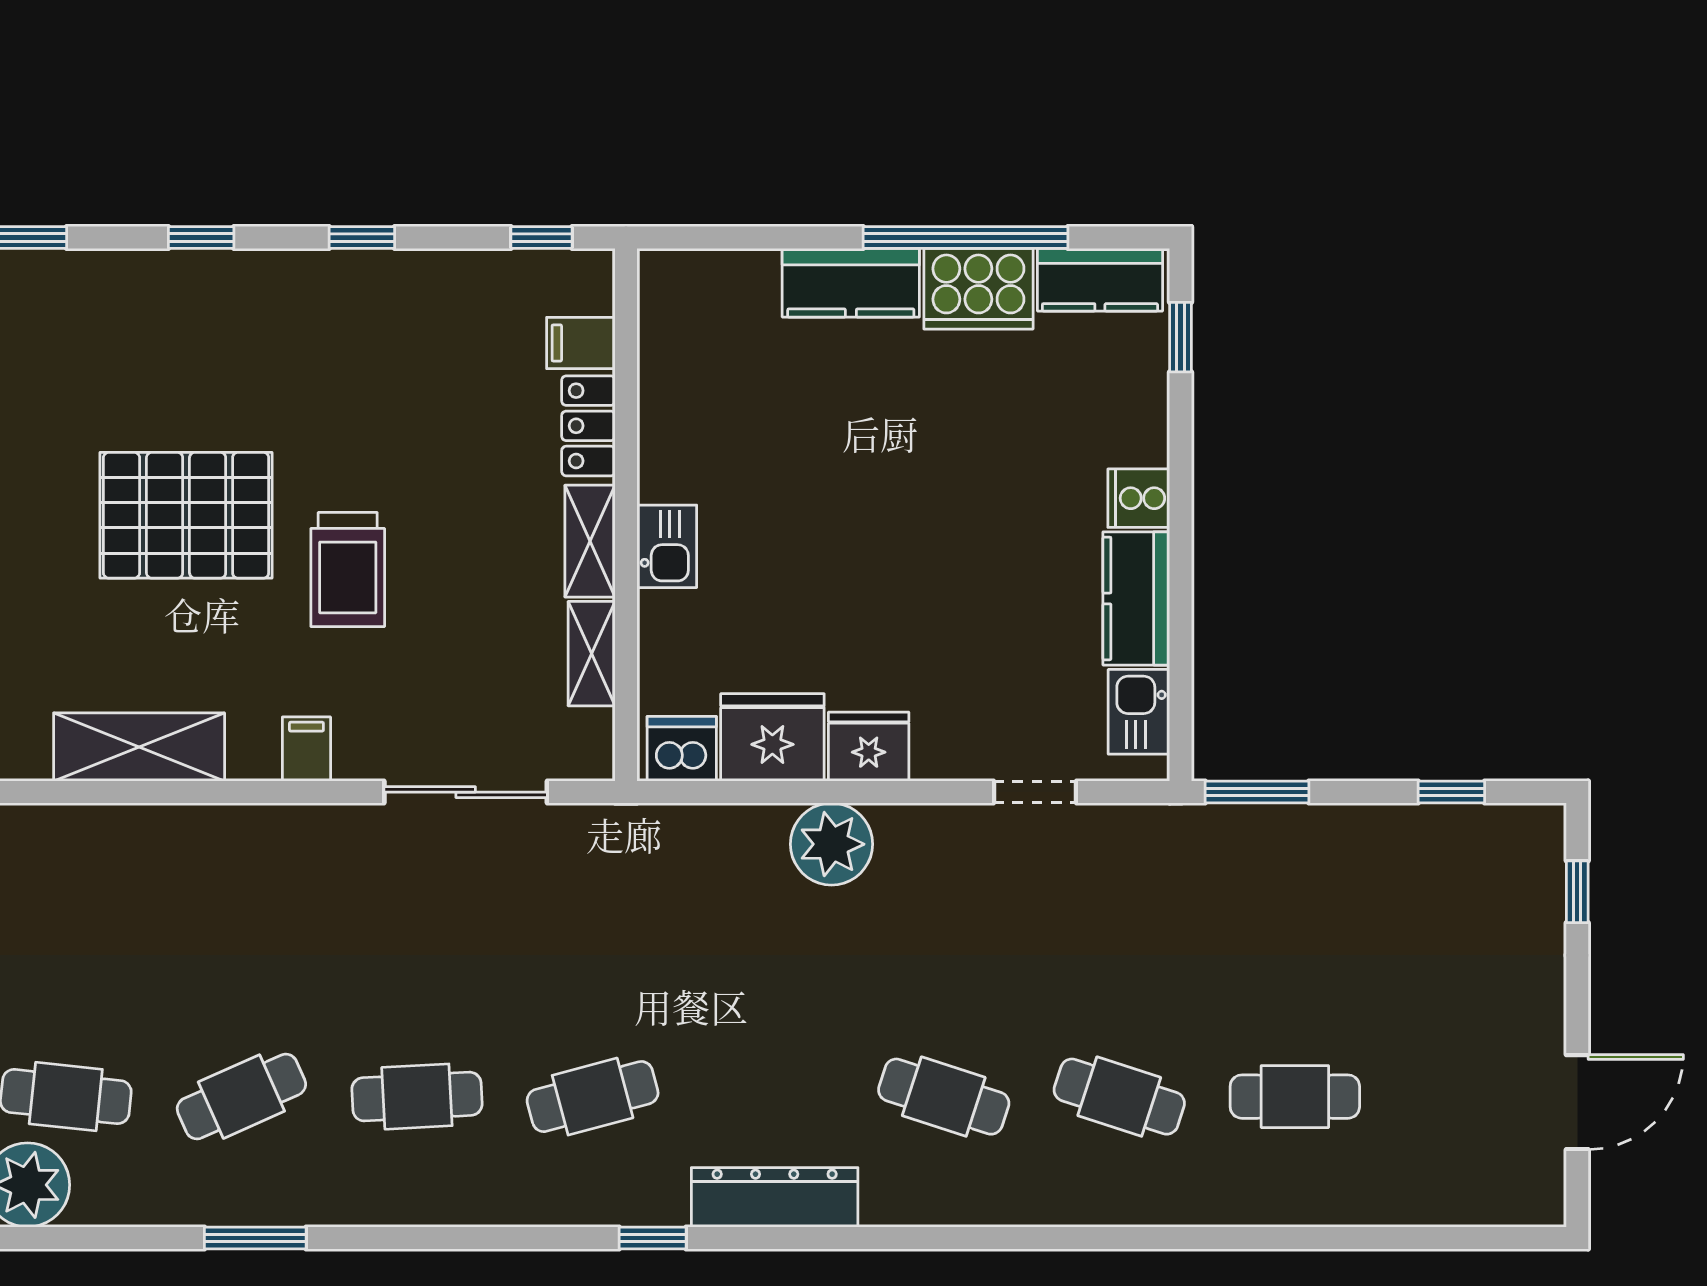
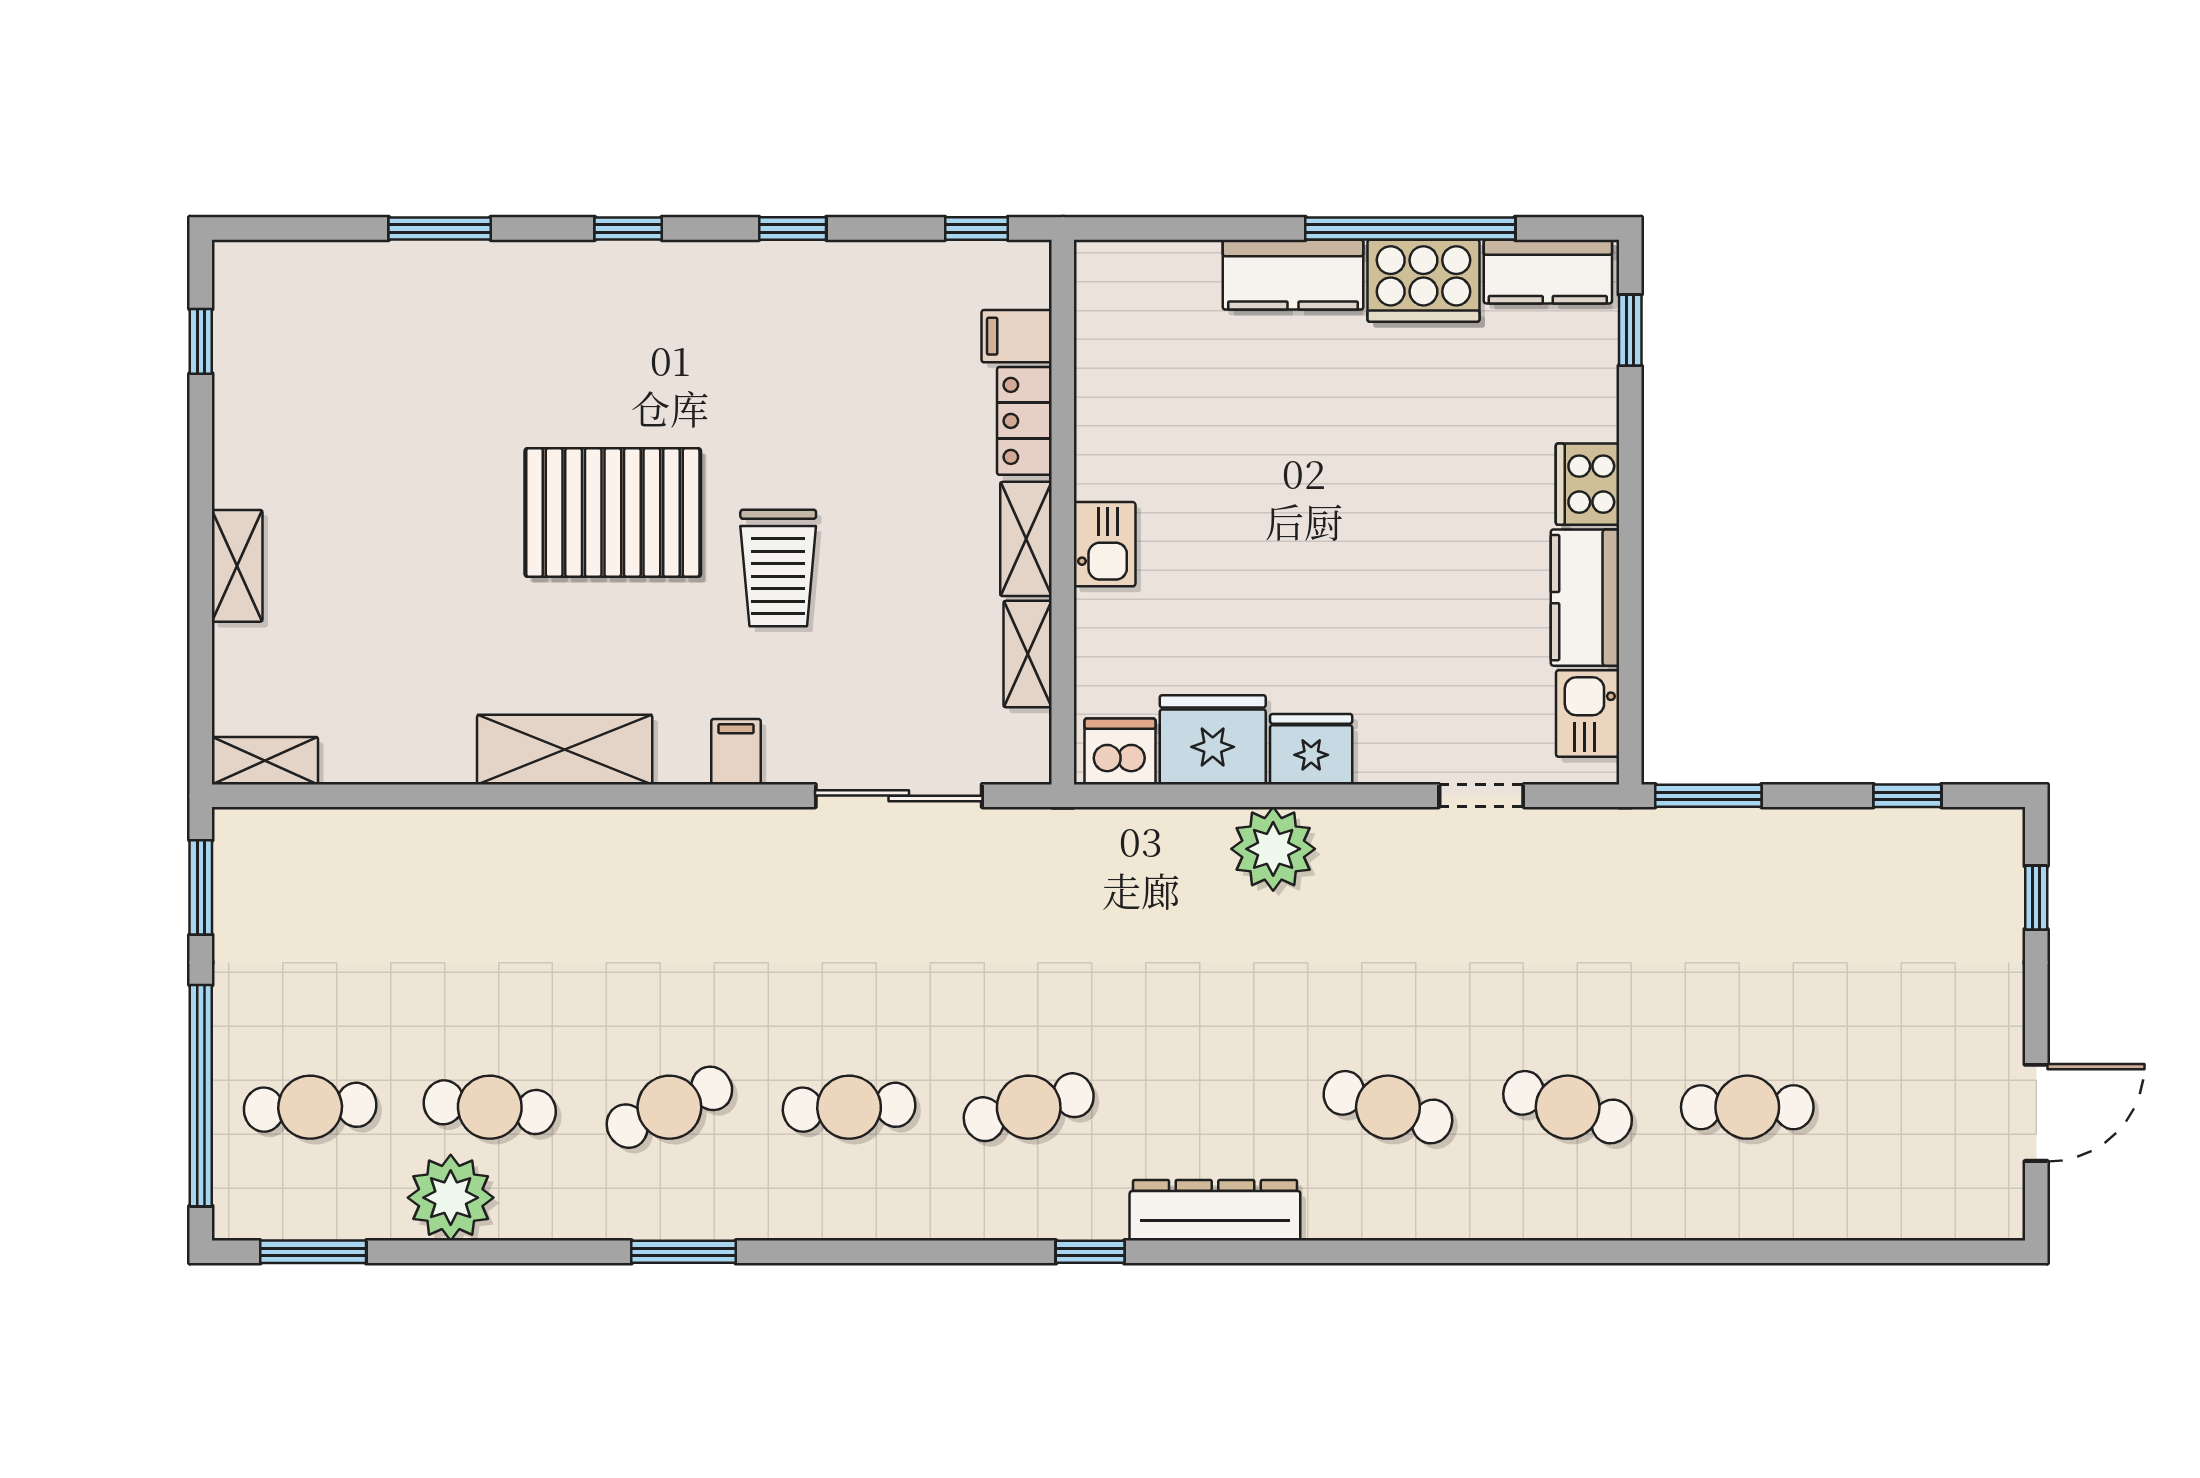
cooker: (1139, 498) -> (1587, 484), width x1.36

